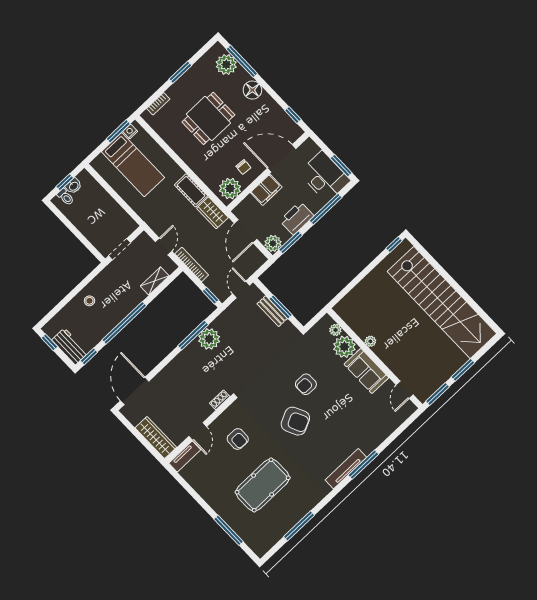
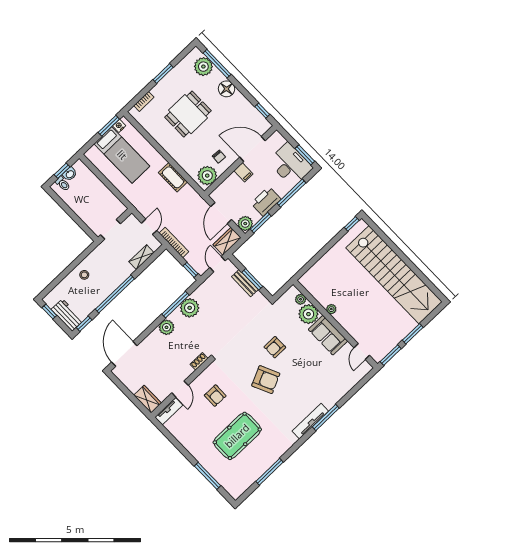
filing cabinet: (266, 190) -> (243, 172), width x0.50
wardrobe: (212, 213) -> (227, 241), moved, turned 90
plant: (183, 361) -> (167, 327), added
wardrobe: (156, 438) -> (148, 399), width x0.67

